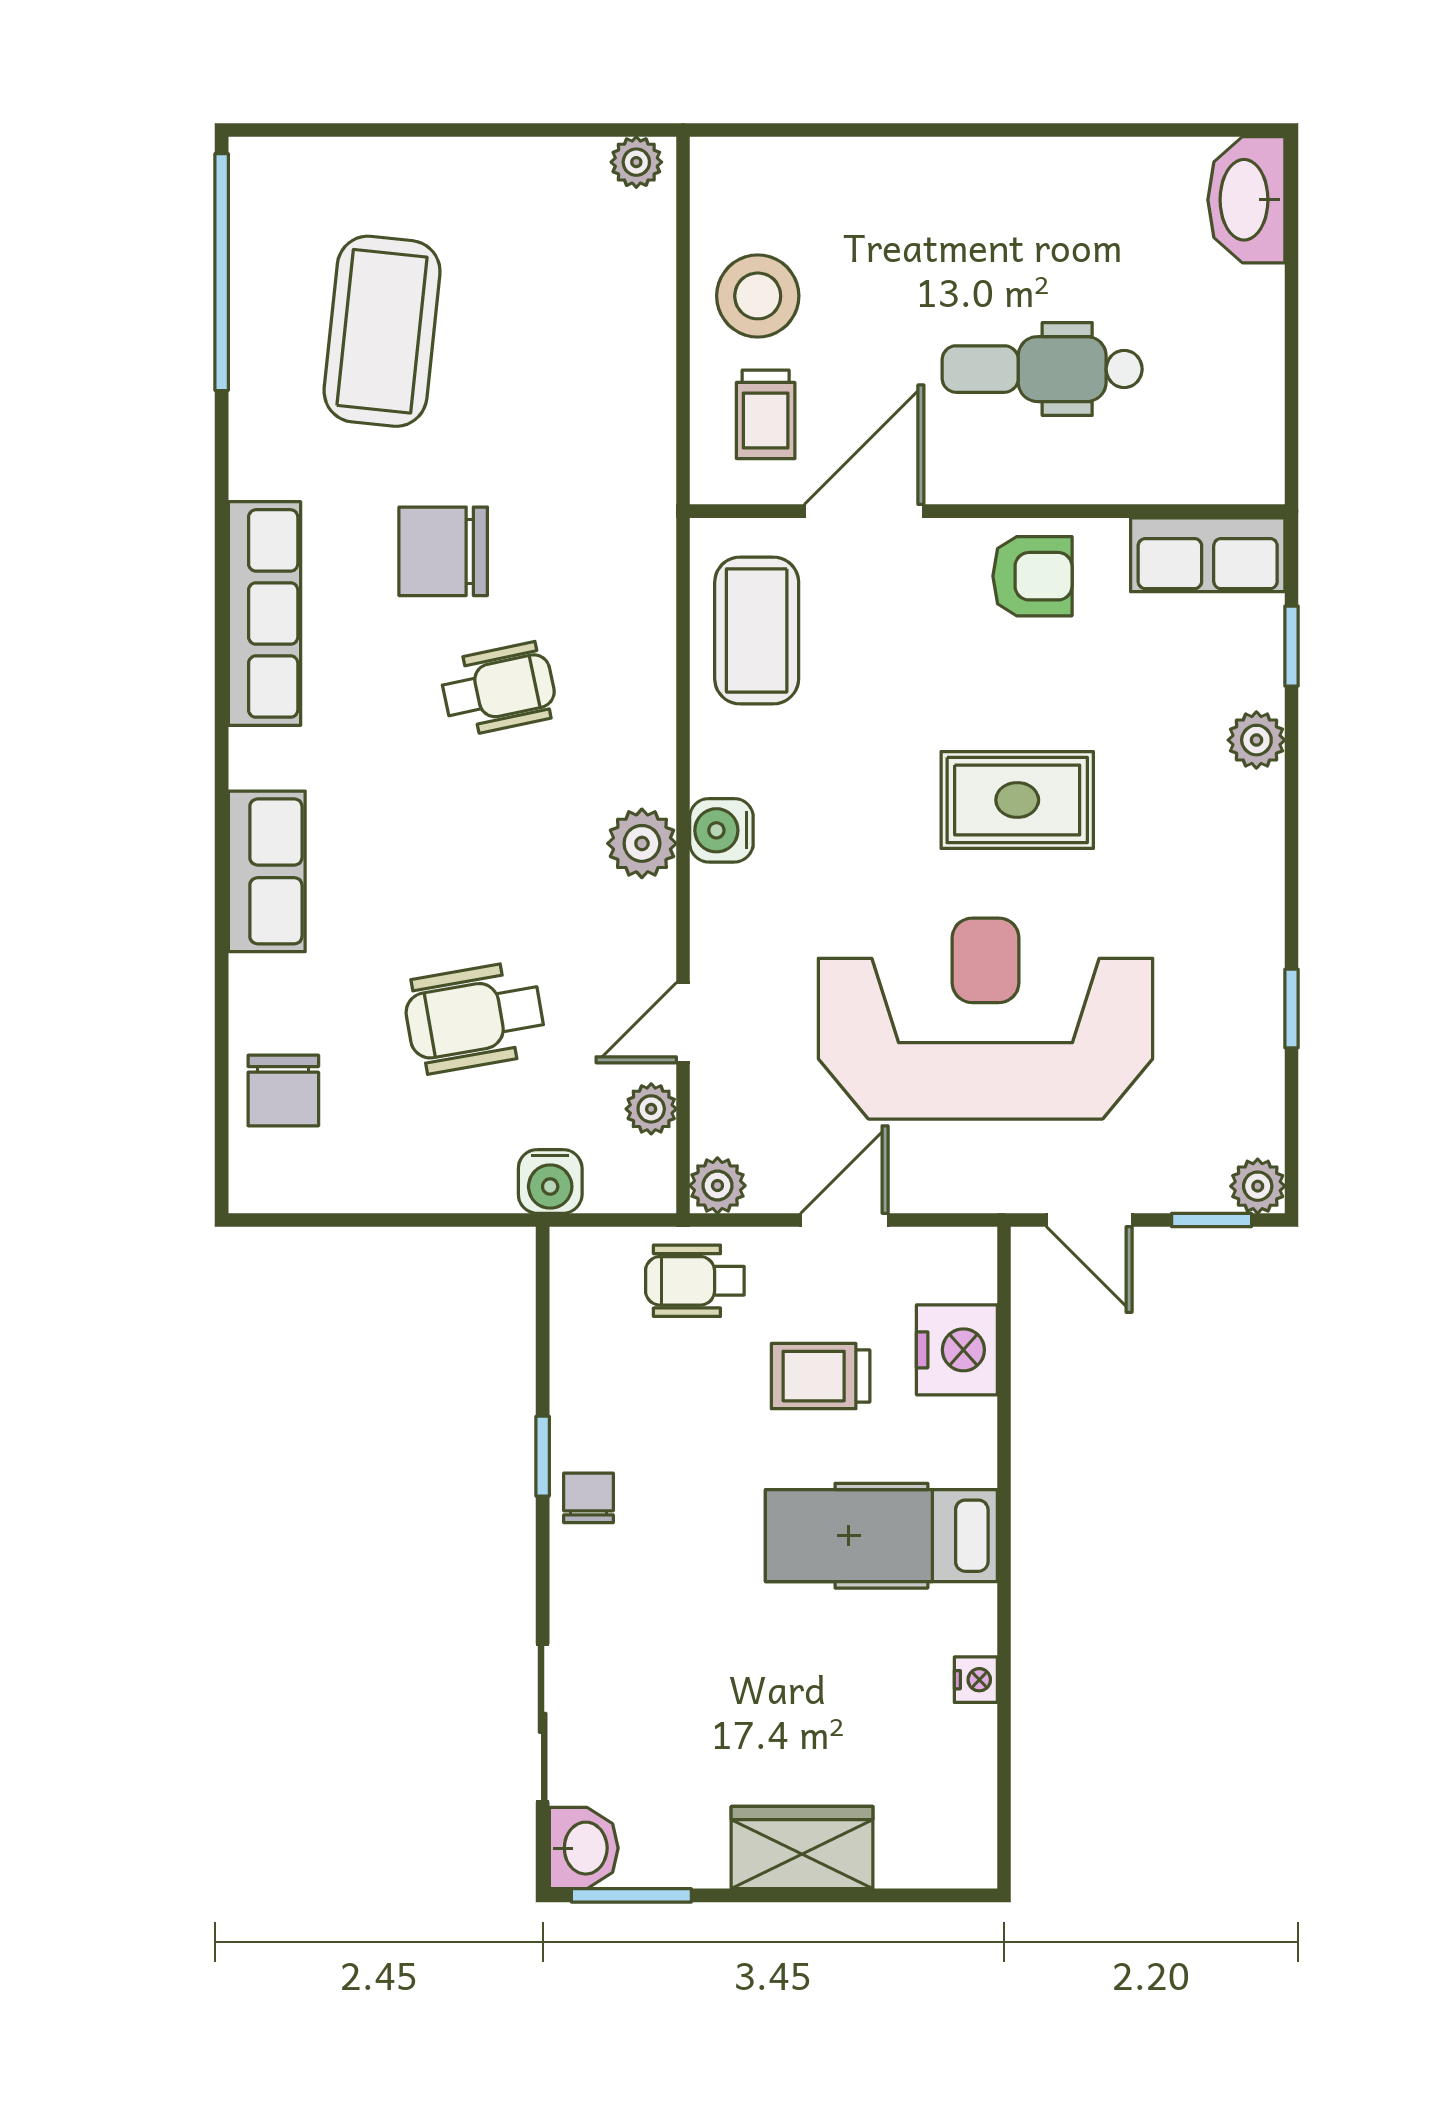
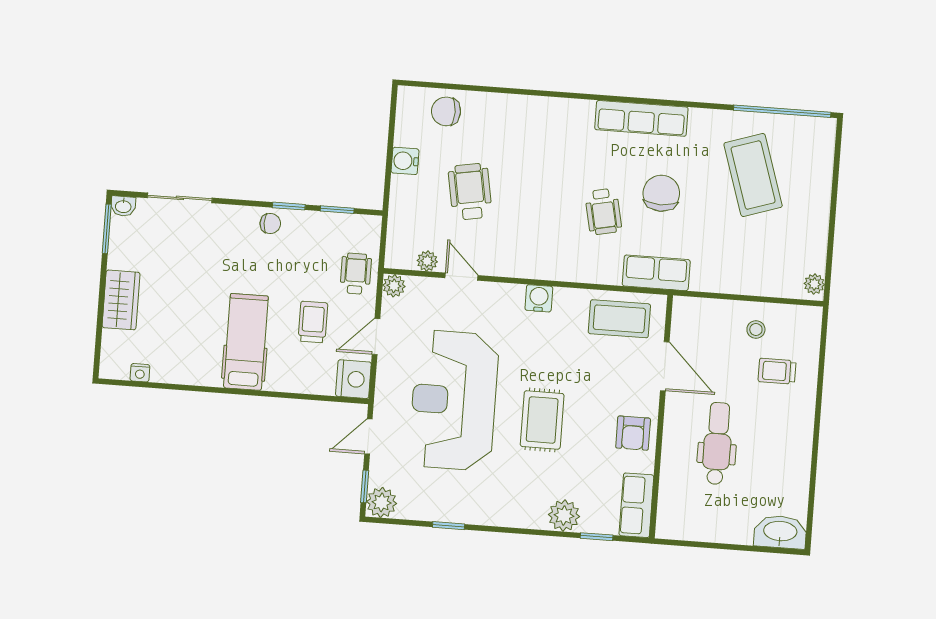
stool: (758, 296) -> (756, 330), width x0.53, depth x0.53
coffee table: (382, 331) -> (753, 175), turned 66
trolley: (766, 414) -> (777, 371), moved
plant: (1256, 740) -> (564, 516), width x1.38, depth x1.38
plant: (642, 843) -> (536, 265), removed
row of seats: (267, 871) -> (656, 273), moved, turned 180
reception desk: (986, 1019) -> (454, 400), turned 180
water cooler: (550, 1181) -> (405, 161), moved
plant: (1258, 1186) -> (382, 502), width x1.38, depth x1.38
door: (844, 1220) -> (376, 337), swing flipped
window: (543, 1338) -> (337, 210), added
nightstand: (957, 1350) -> (353, 379), moved, turned -90
nightstand: (976, 1680) -> (140, 373), moved
washbasin: (584, 1848) -> (123, 206), width x0.72, depth x0.69

